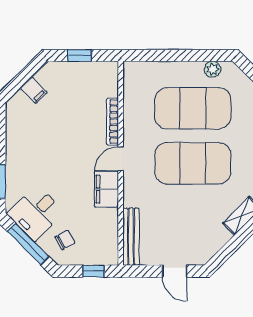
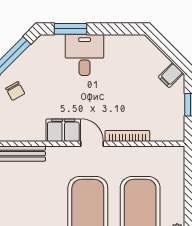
filing cabinet: (34, 90) -> (171, 75), moved
desk: (36, 213) -> (85, 55), moved, turned 45

